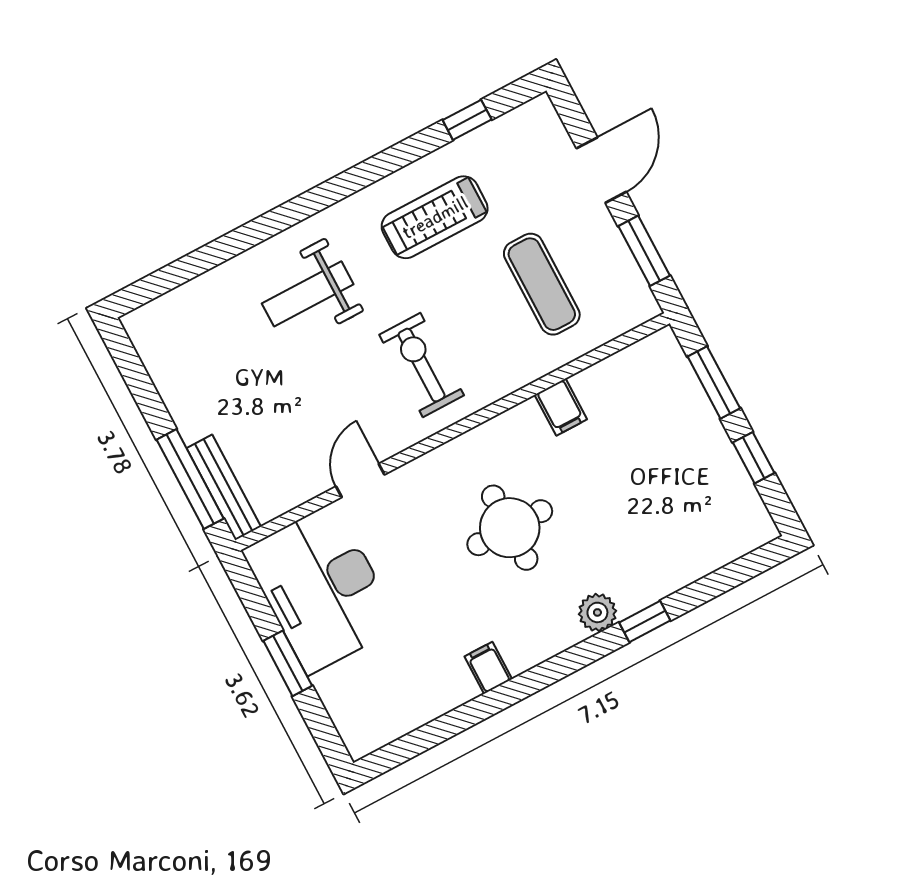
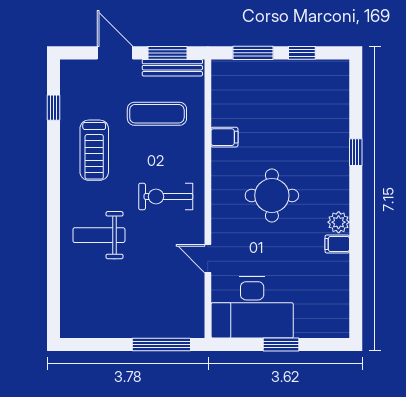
weight bench: (308, 294) -> (99, 235), turned 90
bench: (224, 487) -> (172, 68), moved
plant: (597, 612) -> (339, 222), moved

